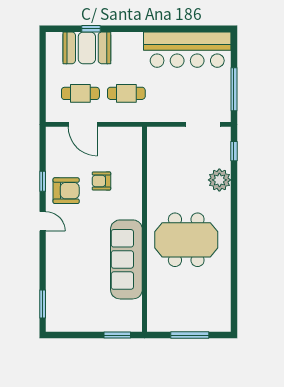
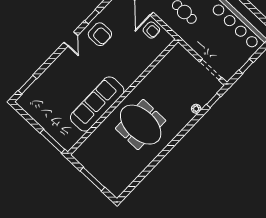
window: (234, 89) -> (246, 66), width x0.46
plant: (219, 180) -> (196, 109), width x0.53, depth x0.53
armchair: (101, 181) -> (151, 30), moved, turned 180
window: (117, 335) -> (52, 141), width x1.44

